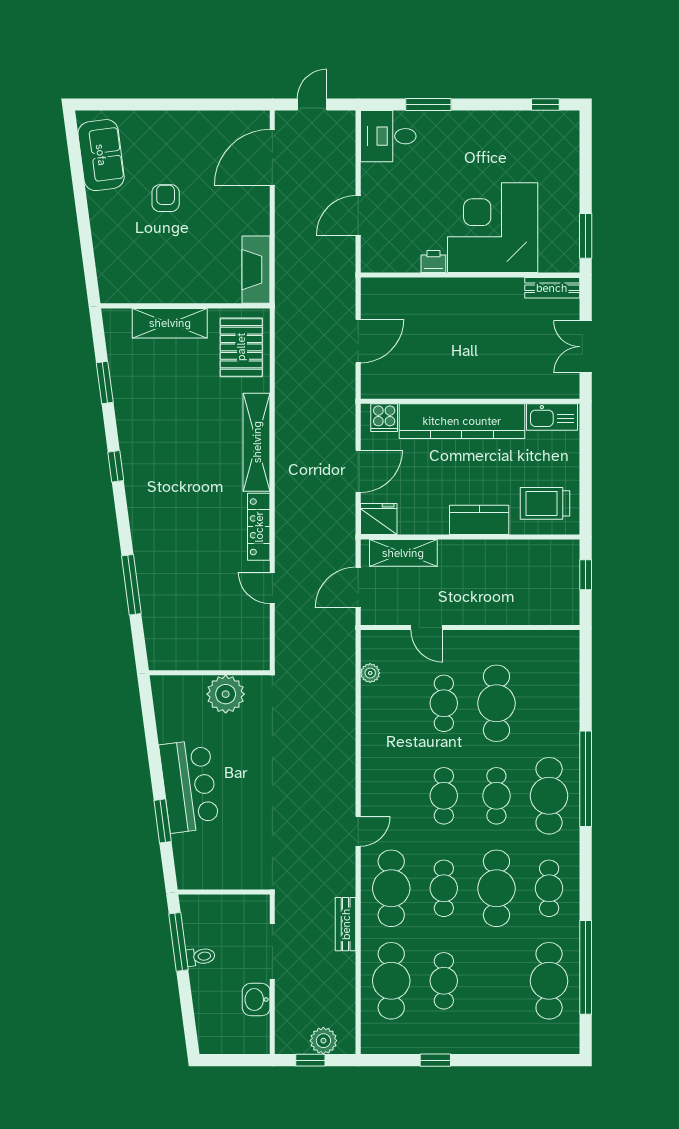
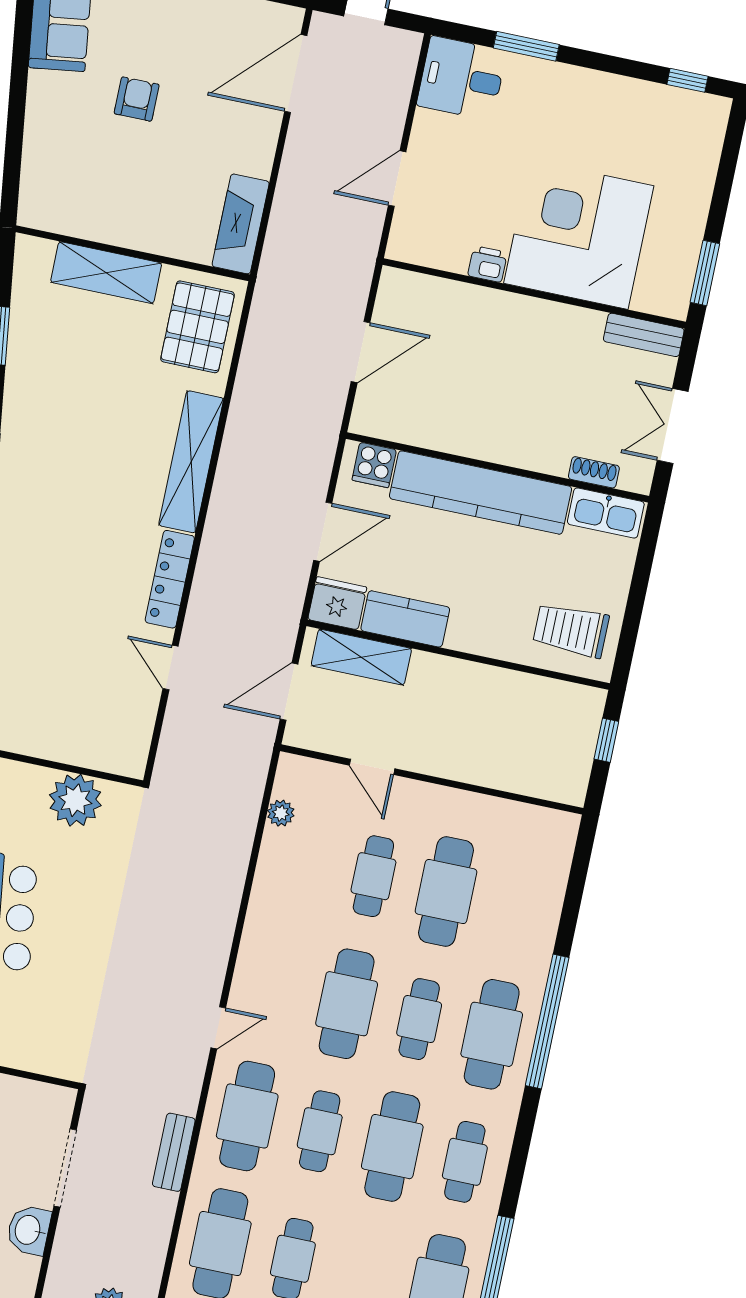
shoe rack: (538, 390) -> (594, 472), added
kitchen counter: (479, 520) -> (405, 619), moved
cafe table: (444, 796) -> (347, 1004), width x1.37, depth x1.35

